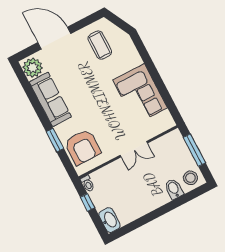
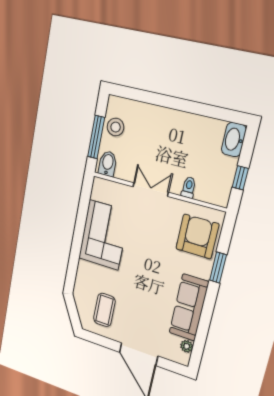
plant: (33, 68) -> (187, 346), width x0.53, depth x0.53
stool: (191, 178) -> (116, 127), moved
toilet: (88, 184) -> (189, 187), moved
bidet: (174, 189) -> (108, 164), moved, turned 180

